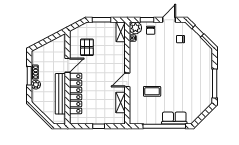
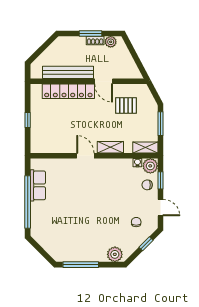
plant: (206, 56) -> (115, 254), added
plant: (36, 85) -> (111, 42), moved
coffee table: (152, 91) -> (71, 187), removed
shelving: (120, 103) -> (110, 147), moved
row of seats: (174, 118) -> (38, 185), moved

